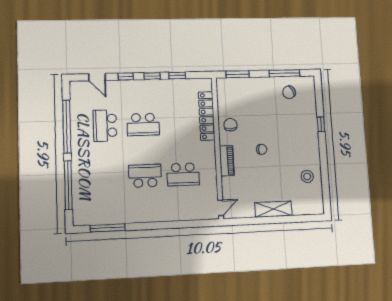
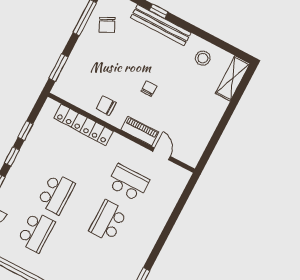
school desk: (105, 126) -> (36, 232), turned -90
bench: (312, 132) -> (161, 25), added
school desk: (183, 174) -> (128, 183), turned -90
door: (221, 208) -> (162, 154), moved
shelving: (273, 209) -> (233, 78), moved

